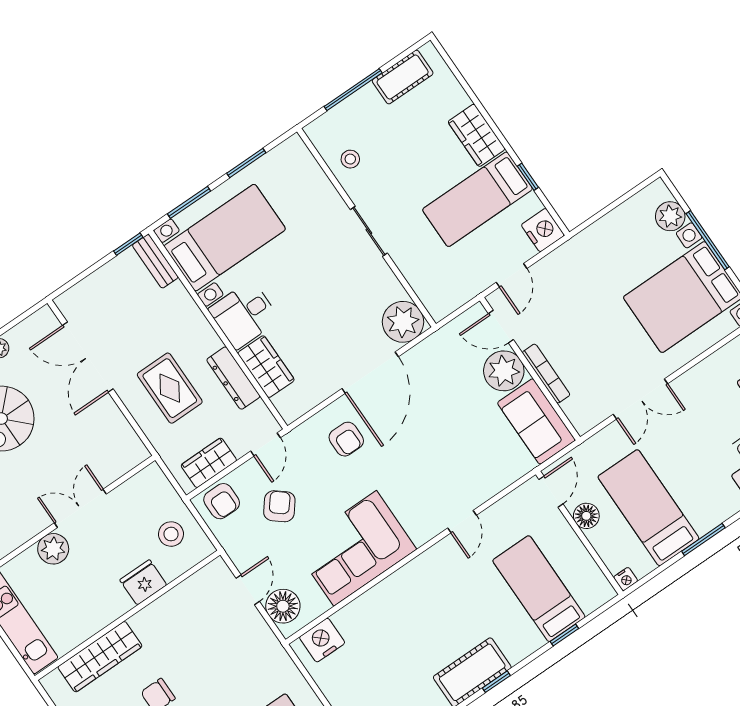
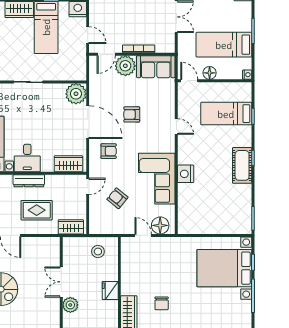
wardrobe: (266, 367) -> (68, 164), moved
dresser: (233, 378) -> (29, 181), moved
door: (265, 444) -> (88, 186), hinge flipped
wardrobe: (209, 463) -> (71, 227), moved, turned 90
armchair: (222, 501) -> (132, 114), moved, turned 180
fridge: (143, 582) -> (110, 291), moved
nightstand: (322, 640) -> (186, 174), moved

